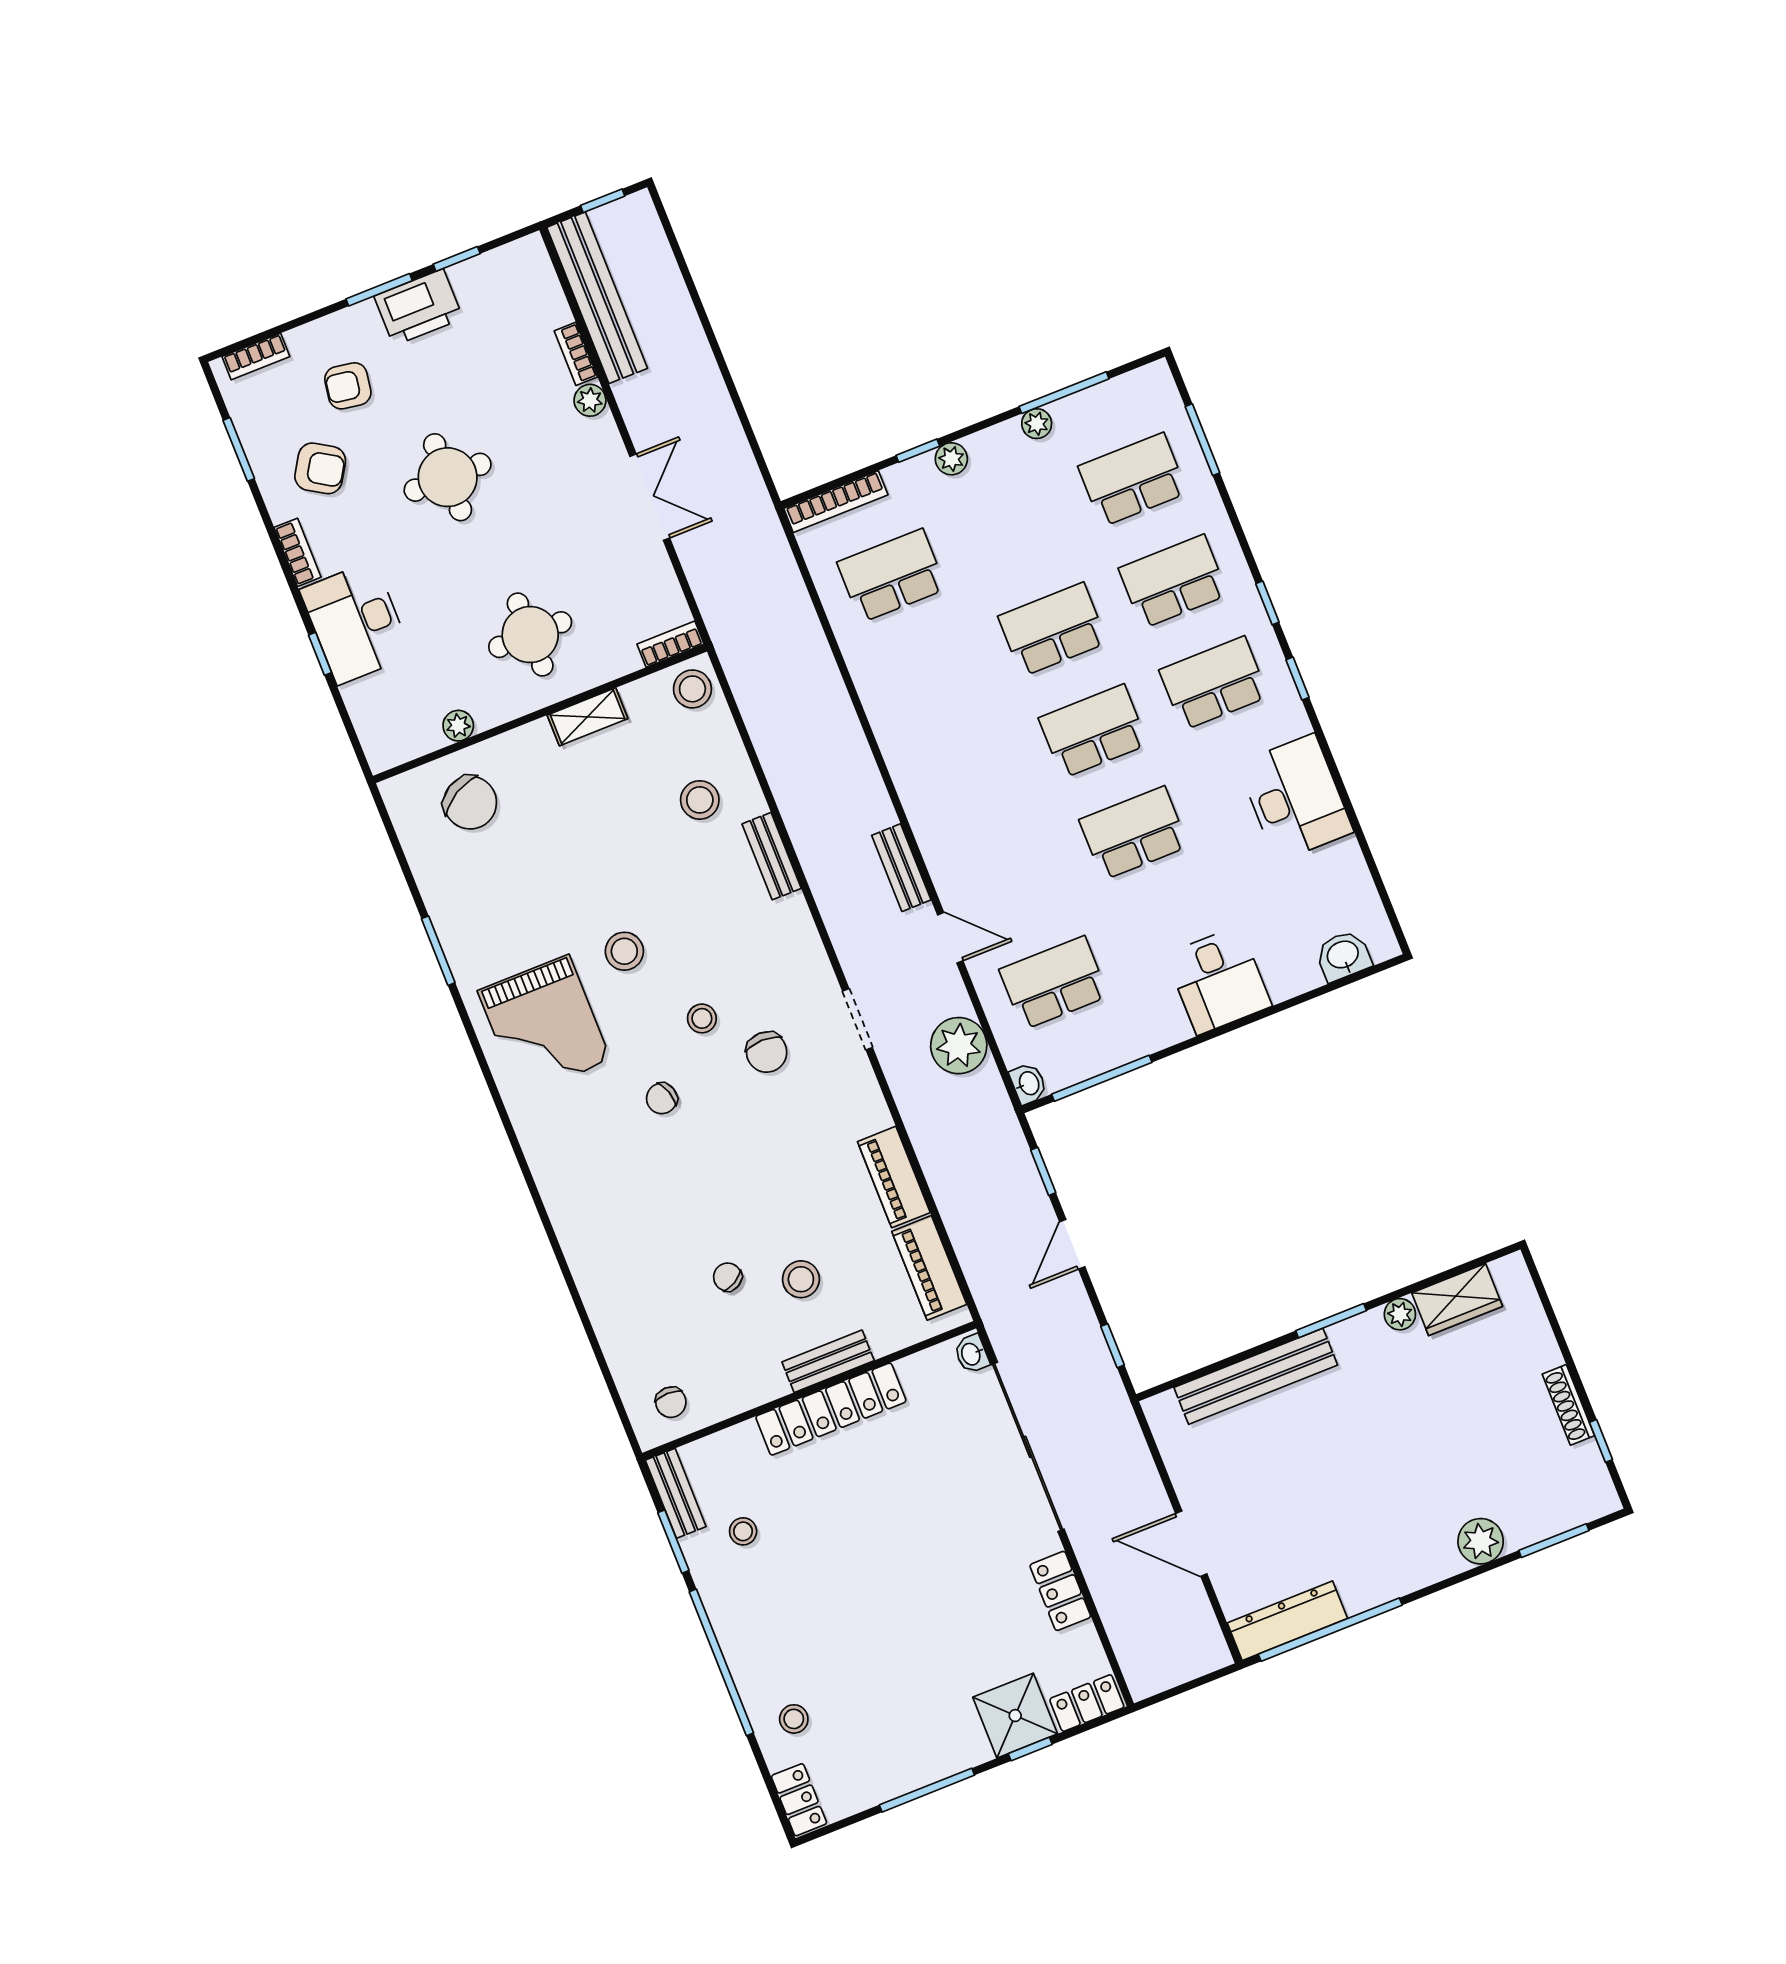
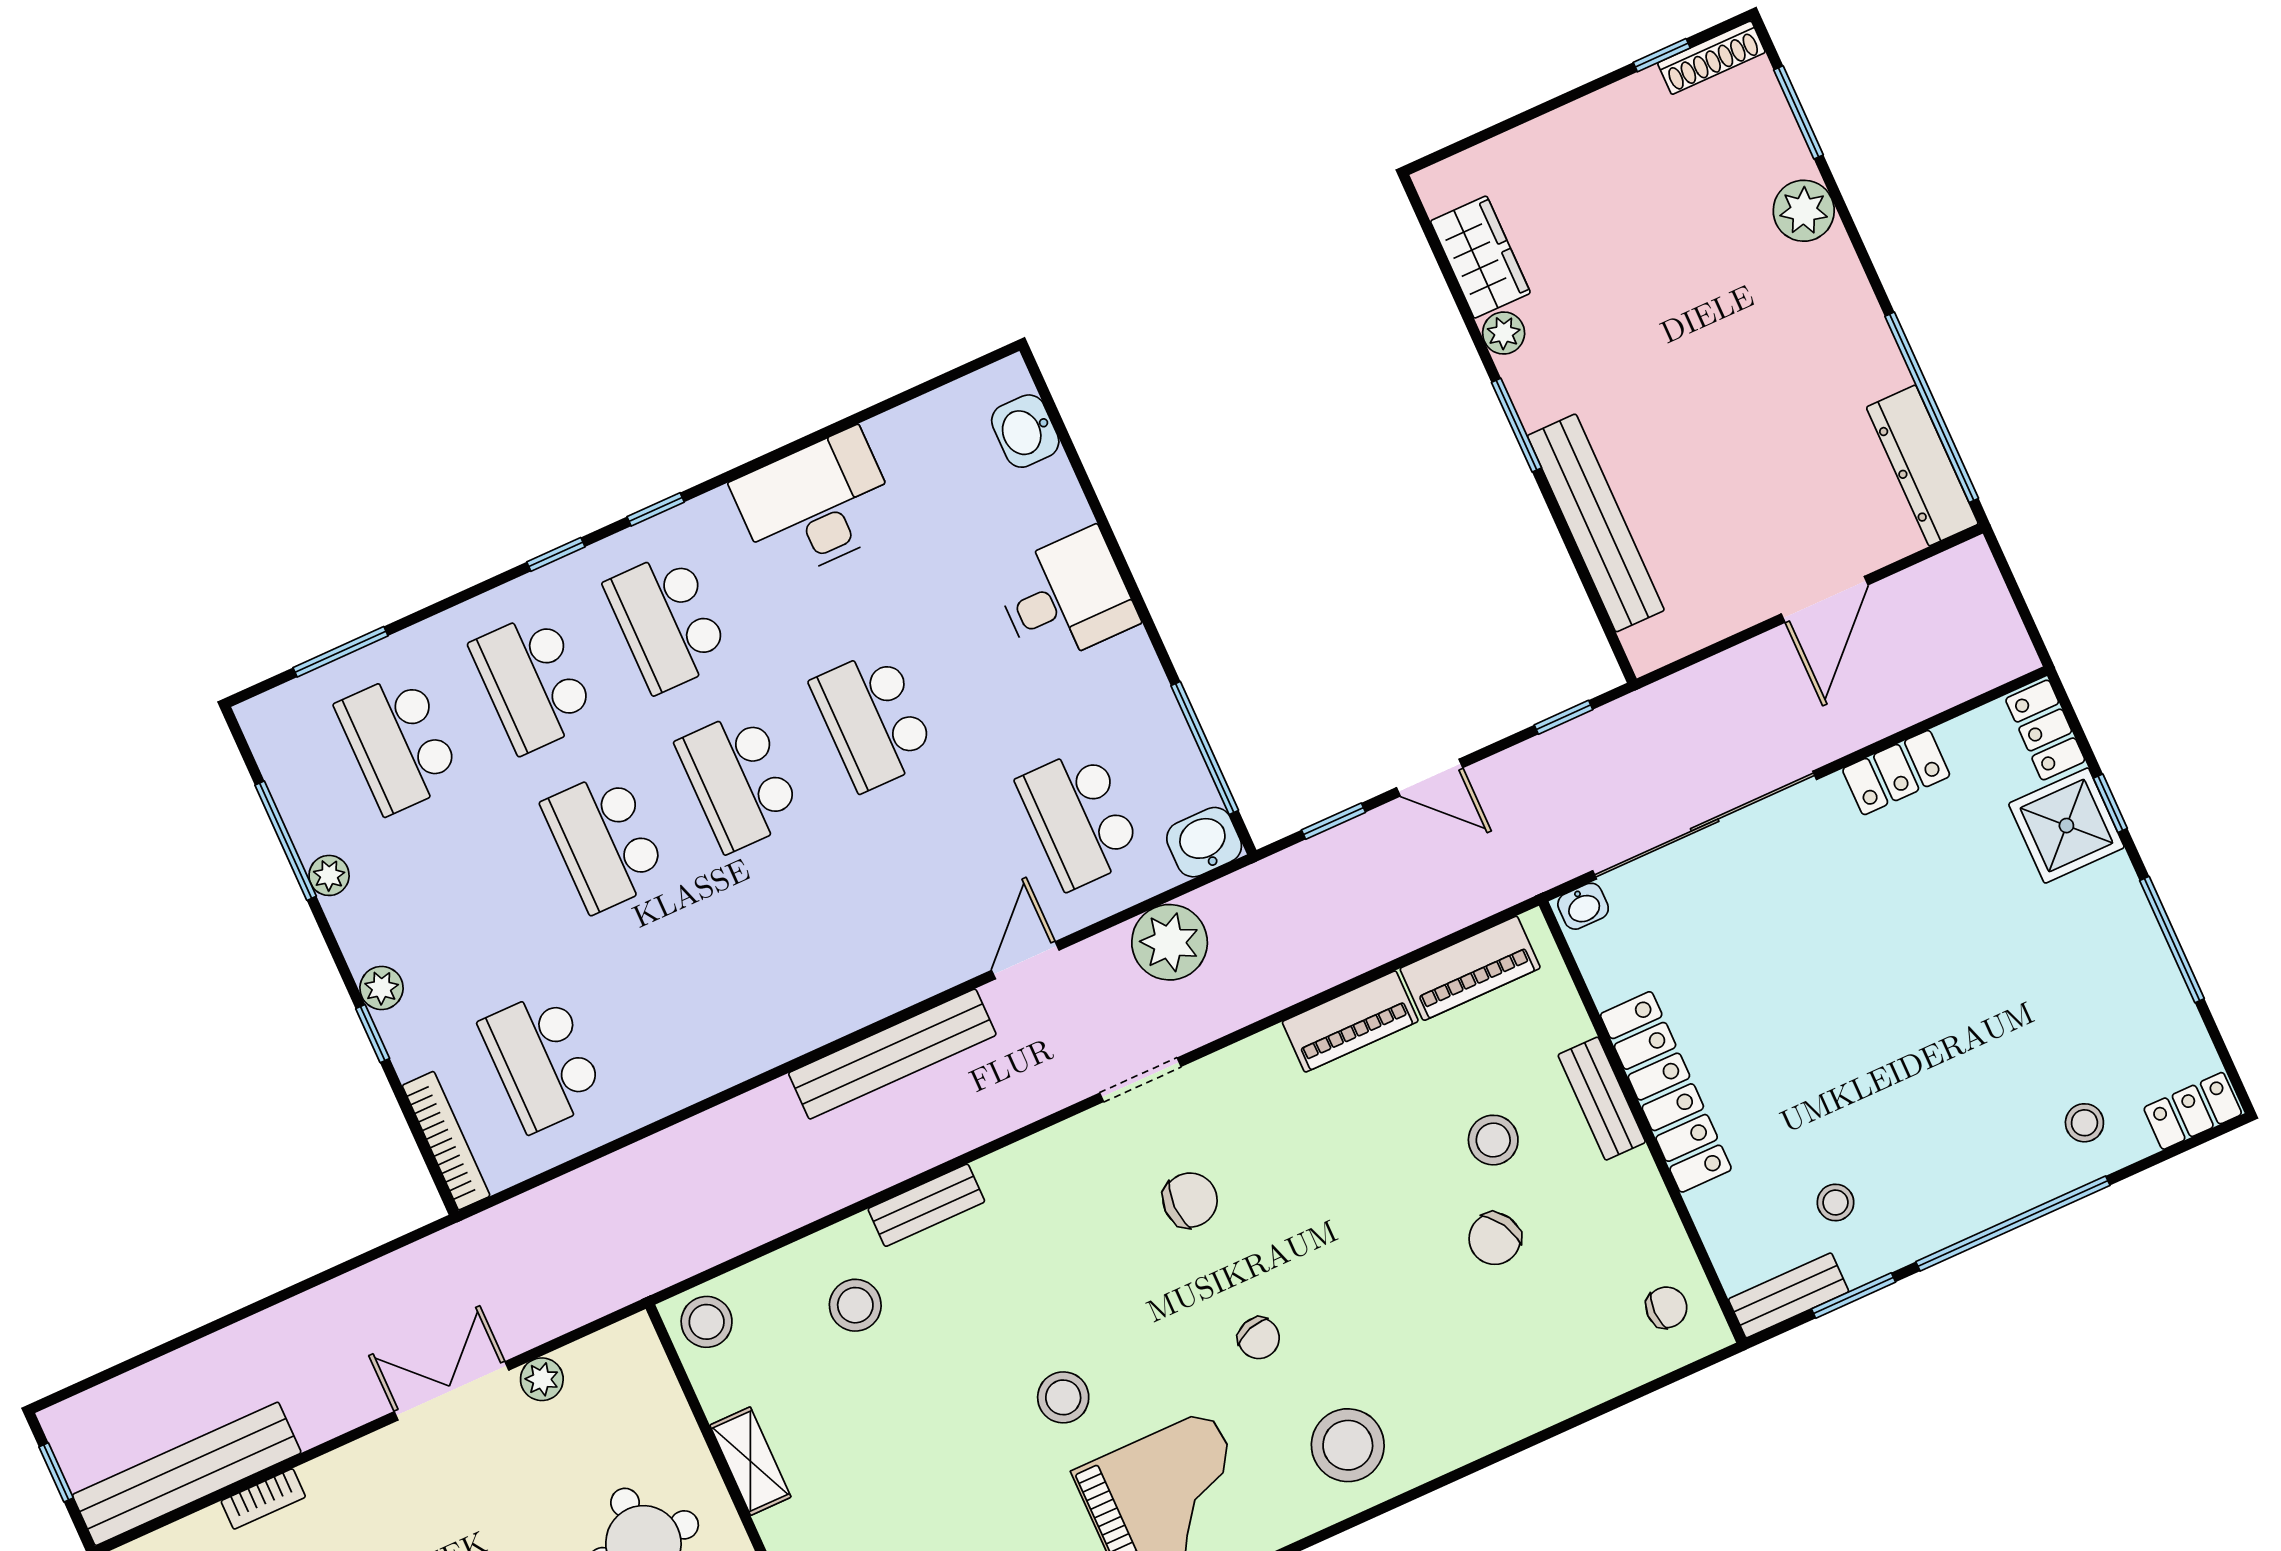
plant: (590, 400) -> (542, 1379), moved
bookcase: (670, 644) -> (648, 1354), removed
bench: (901, 868) -> (892, 1054), width x1.86, depth x1.21
stool: (702, 1018) -> (1348, 1445), moved, width x1.89, depth x1.89
washbasin: (1028, 1084) -> (1204, 842), width x1.38, depth x1.45
chair: (728, 1277) -> (1495, 1239), width x1.37, depth x1.37
shoe rack: (1568, 1405) -> (1711, 58), moved

